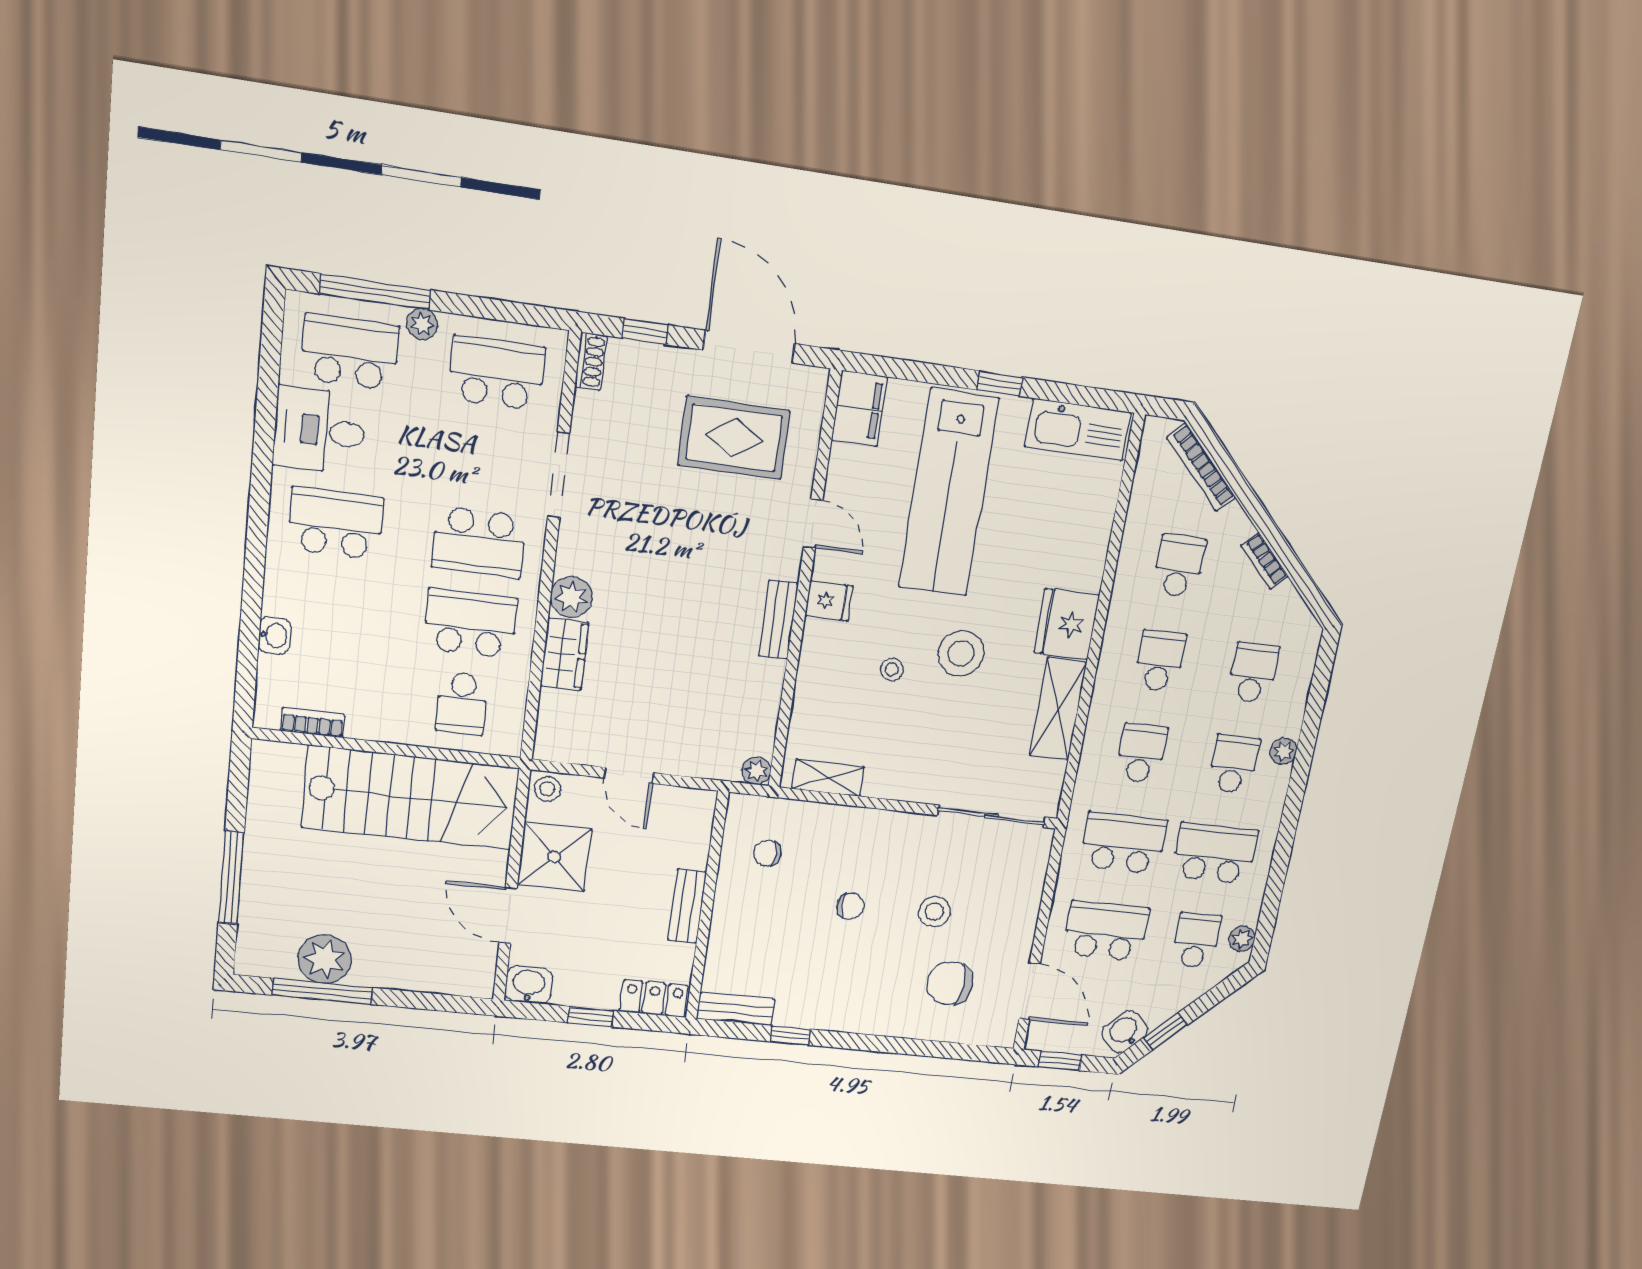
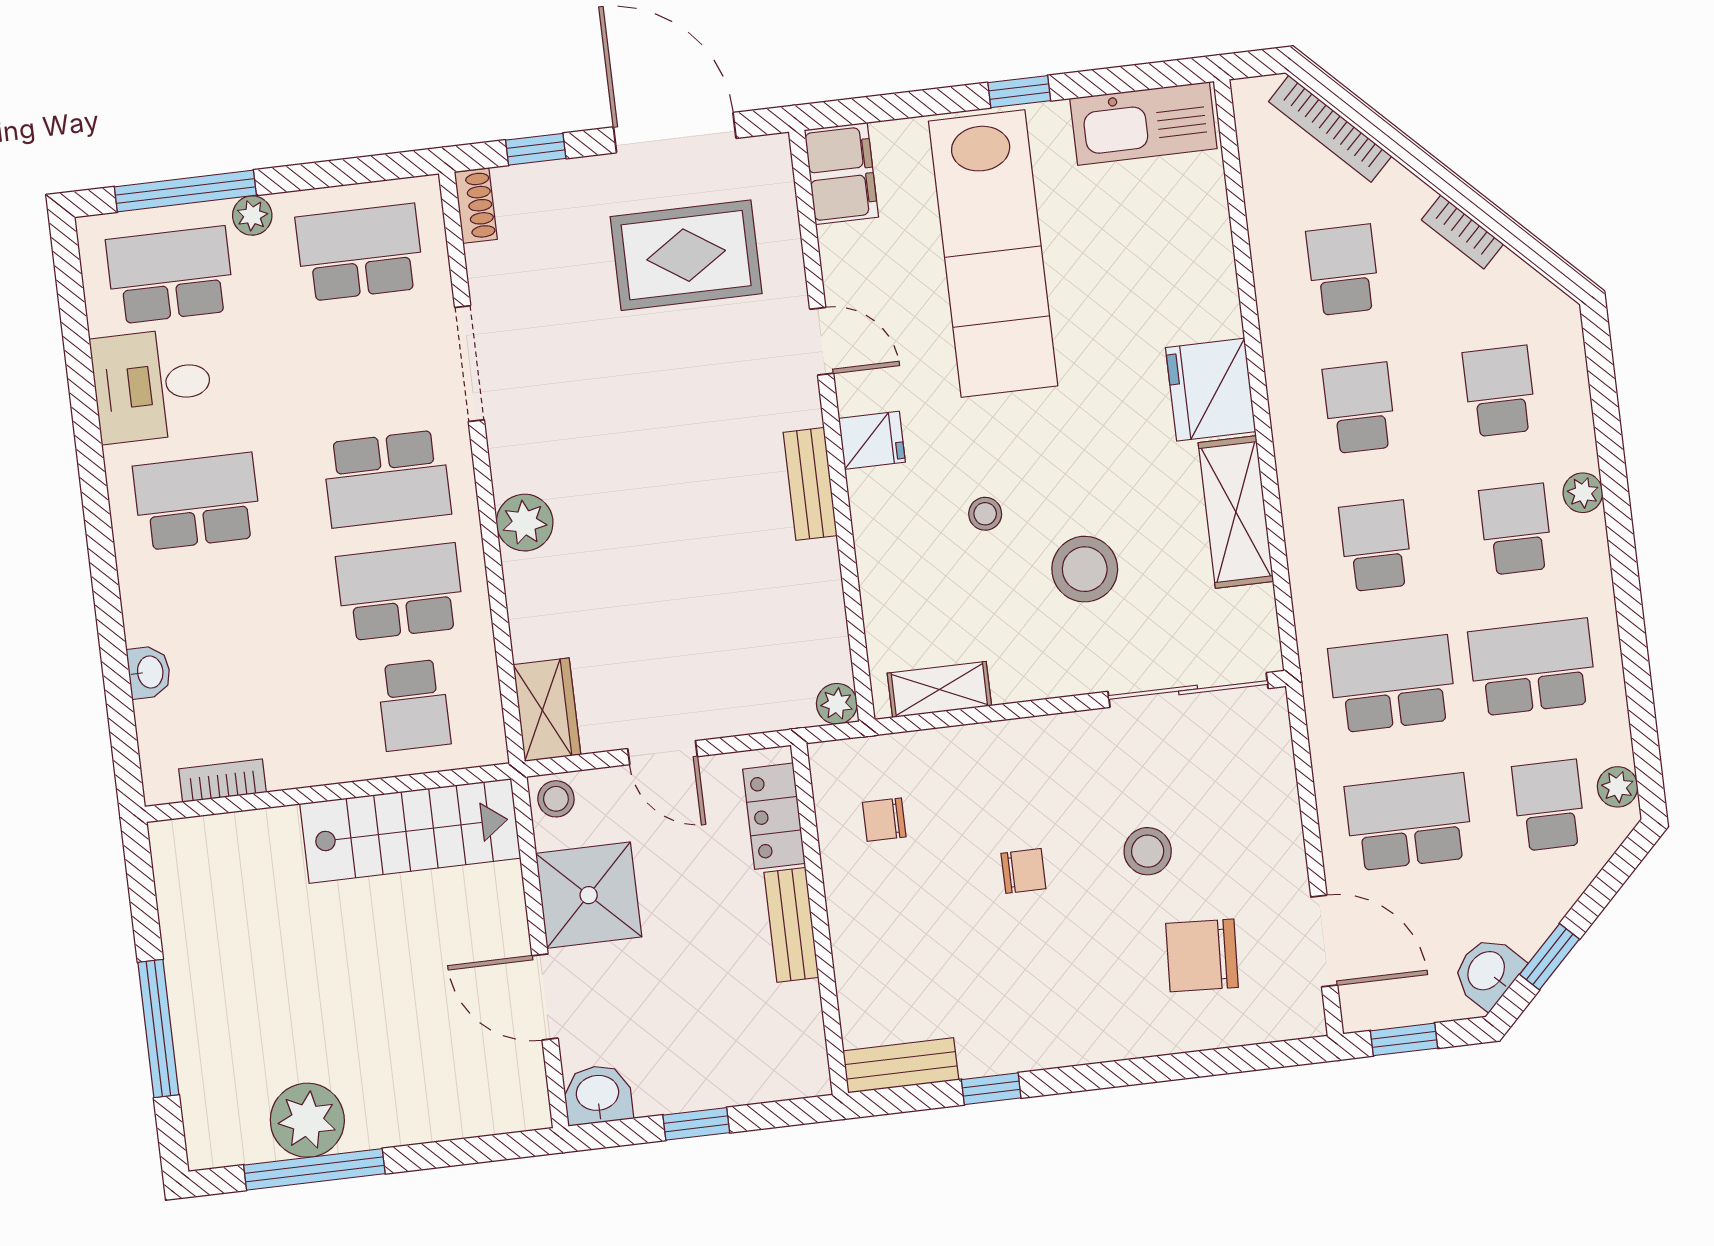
wardrobe: (564, 654) -> (547, 710), moved
stool: (961, 654) -> (1085, 569), moved
stairs: (410, 798) -> (410, 831), width x0.73, depth x0.66
locker: (654, 998) -> (774, 816), moved, turned -90

